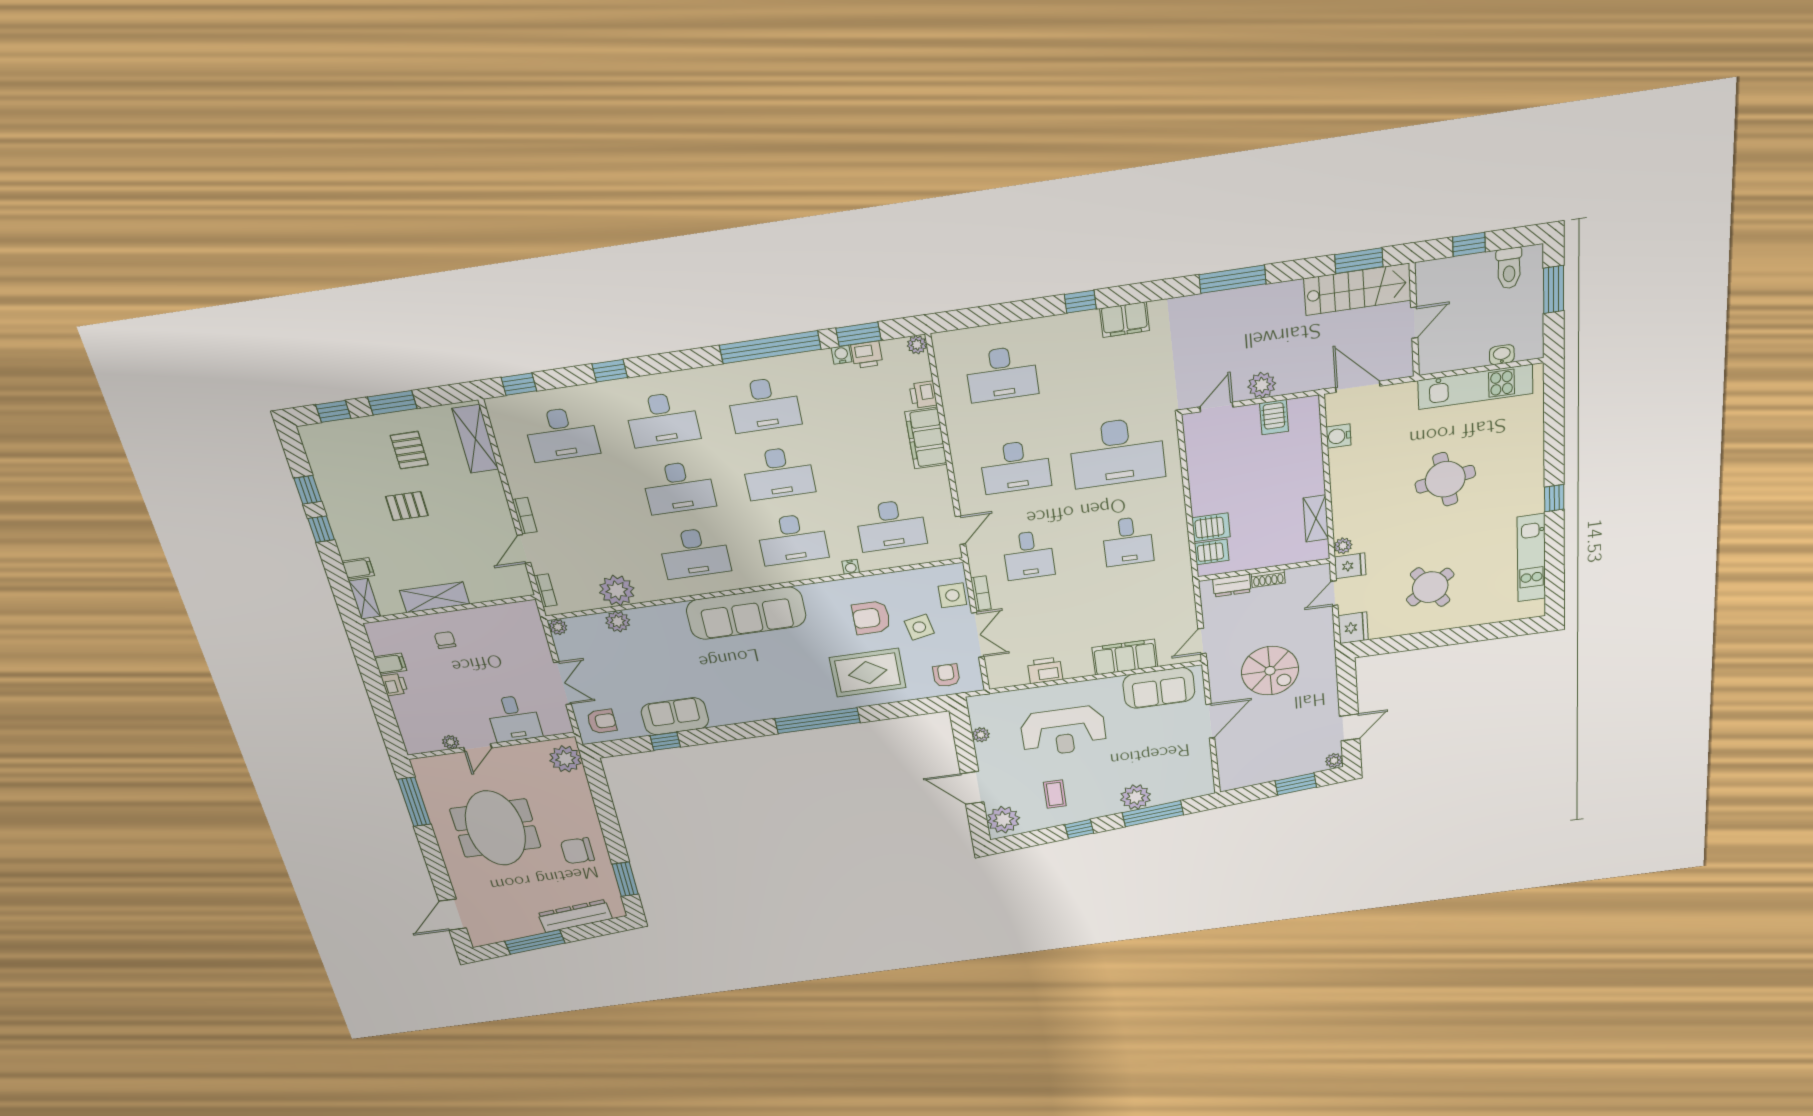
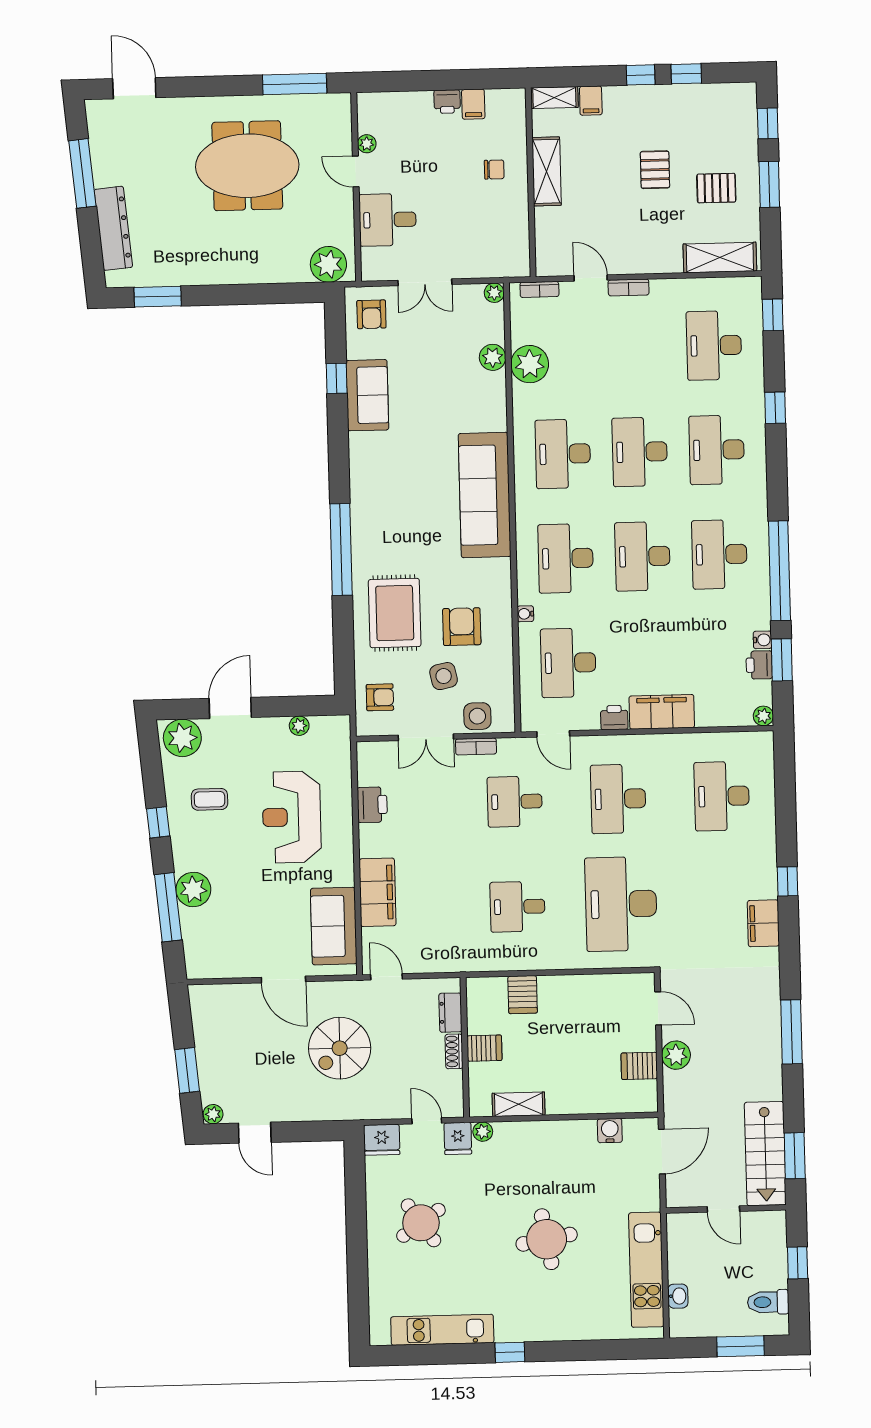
printer: (923, 395) -> (614, 718), moved
server rack: (1212, 552) -> (484, 1048), moved, turned -90
chair: (577, 851) -> (204, 251), removed

